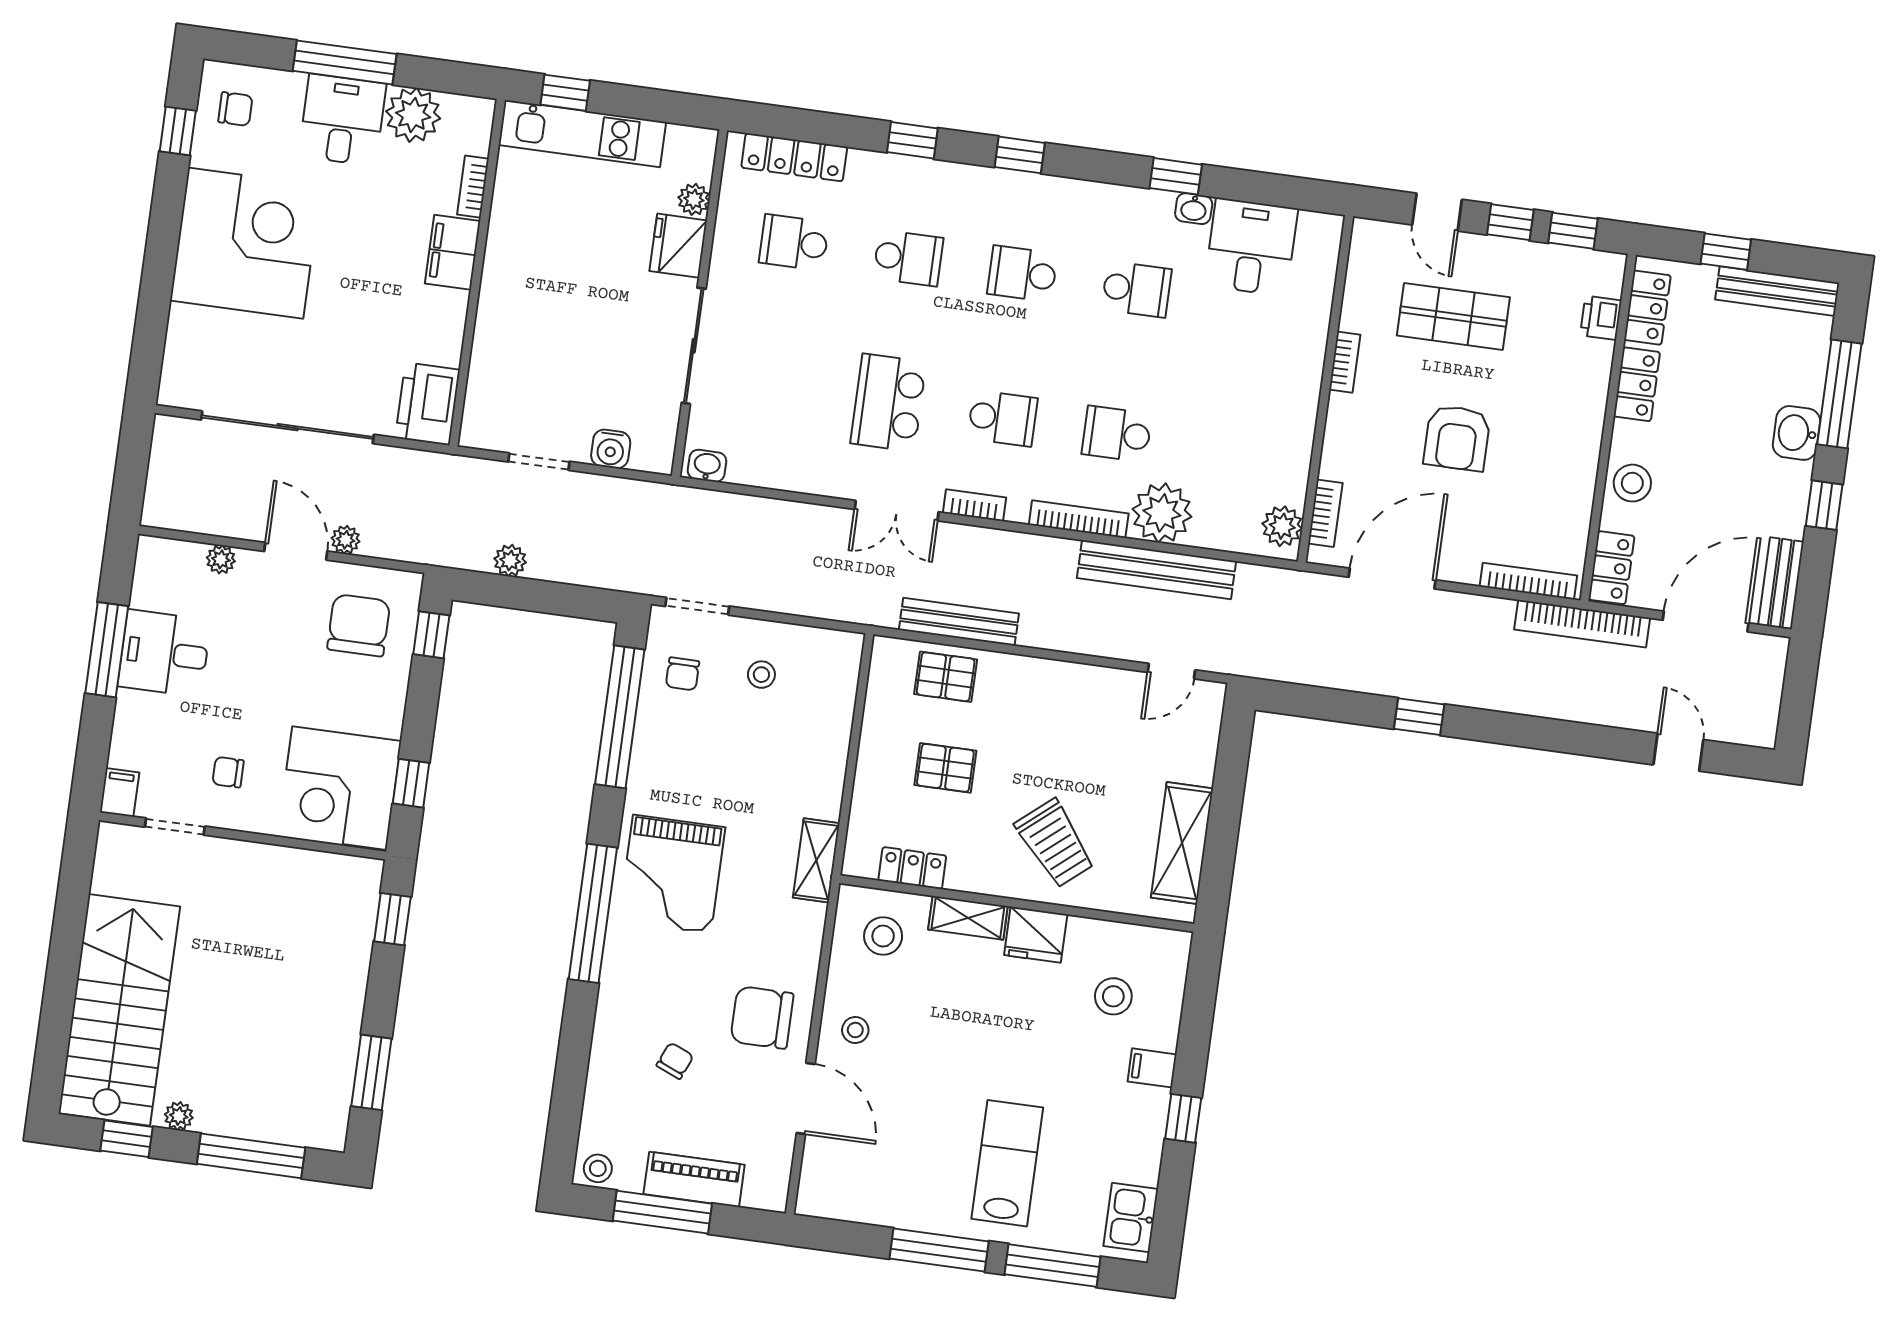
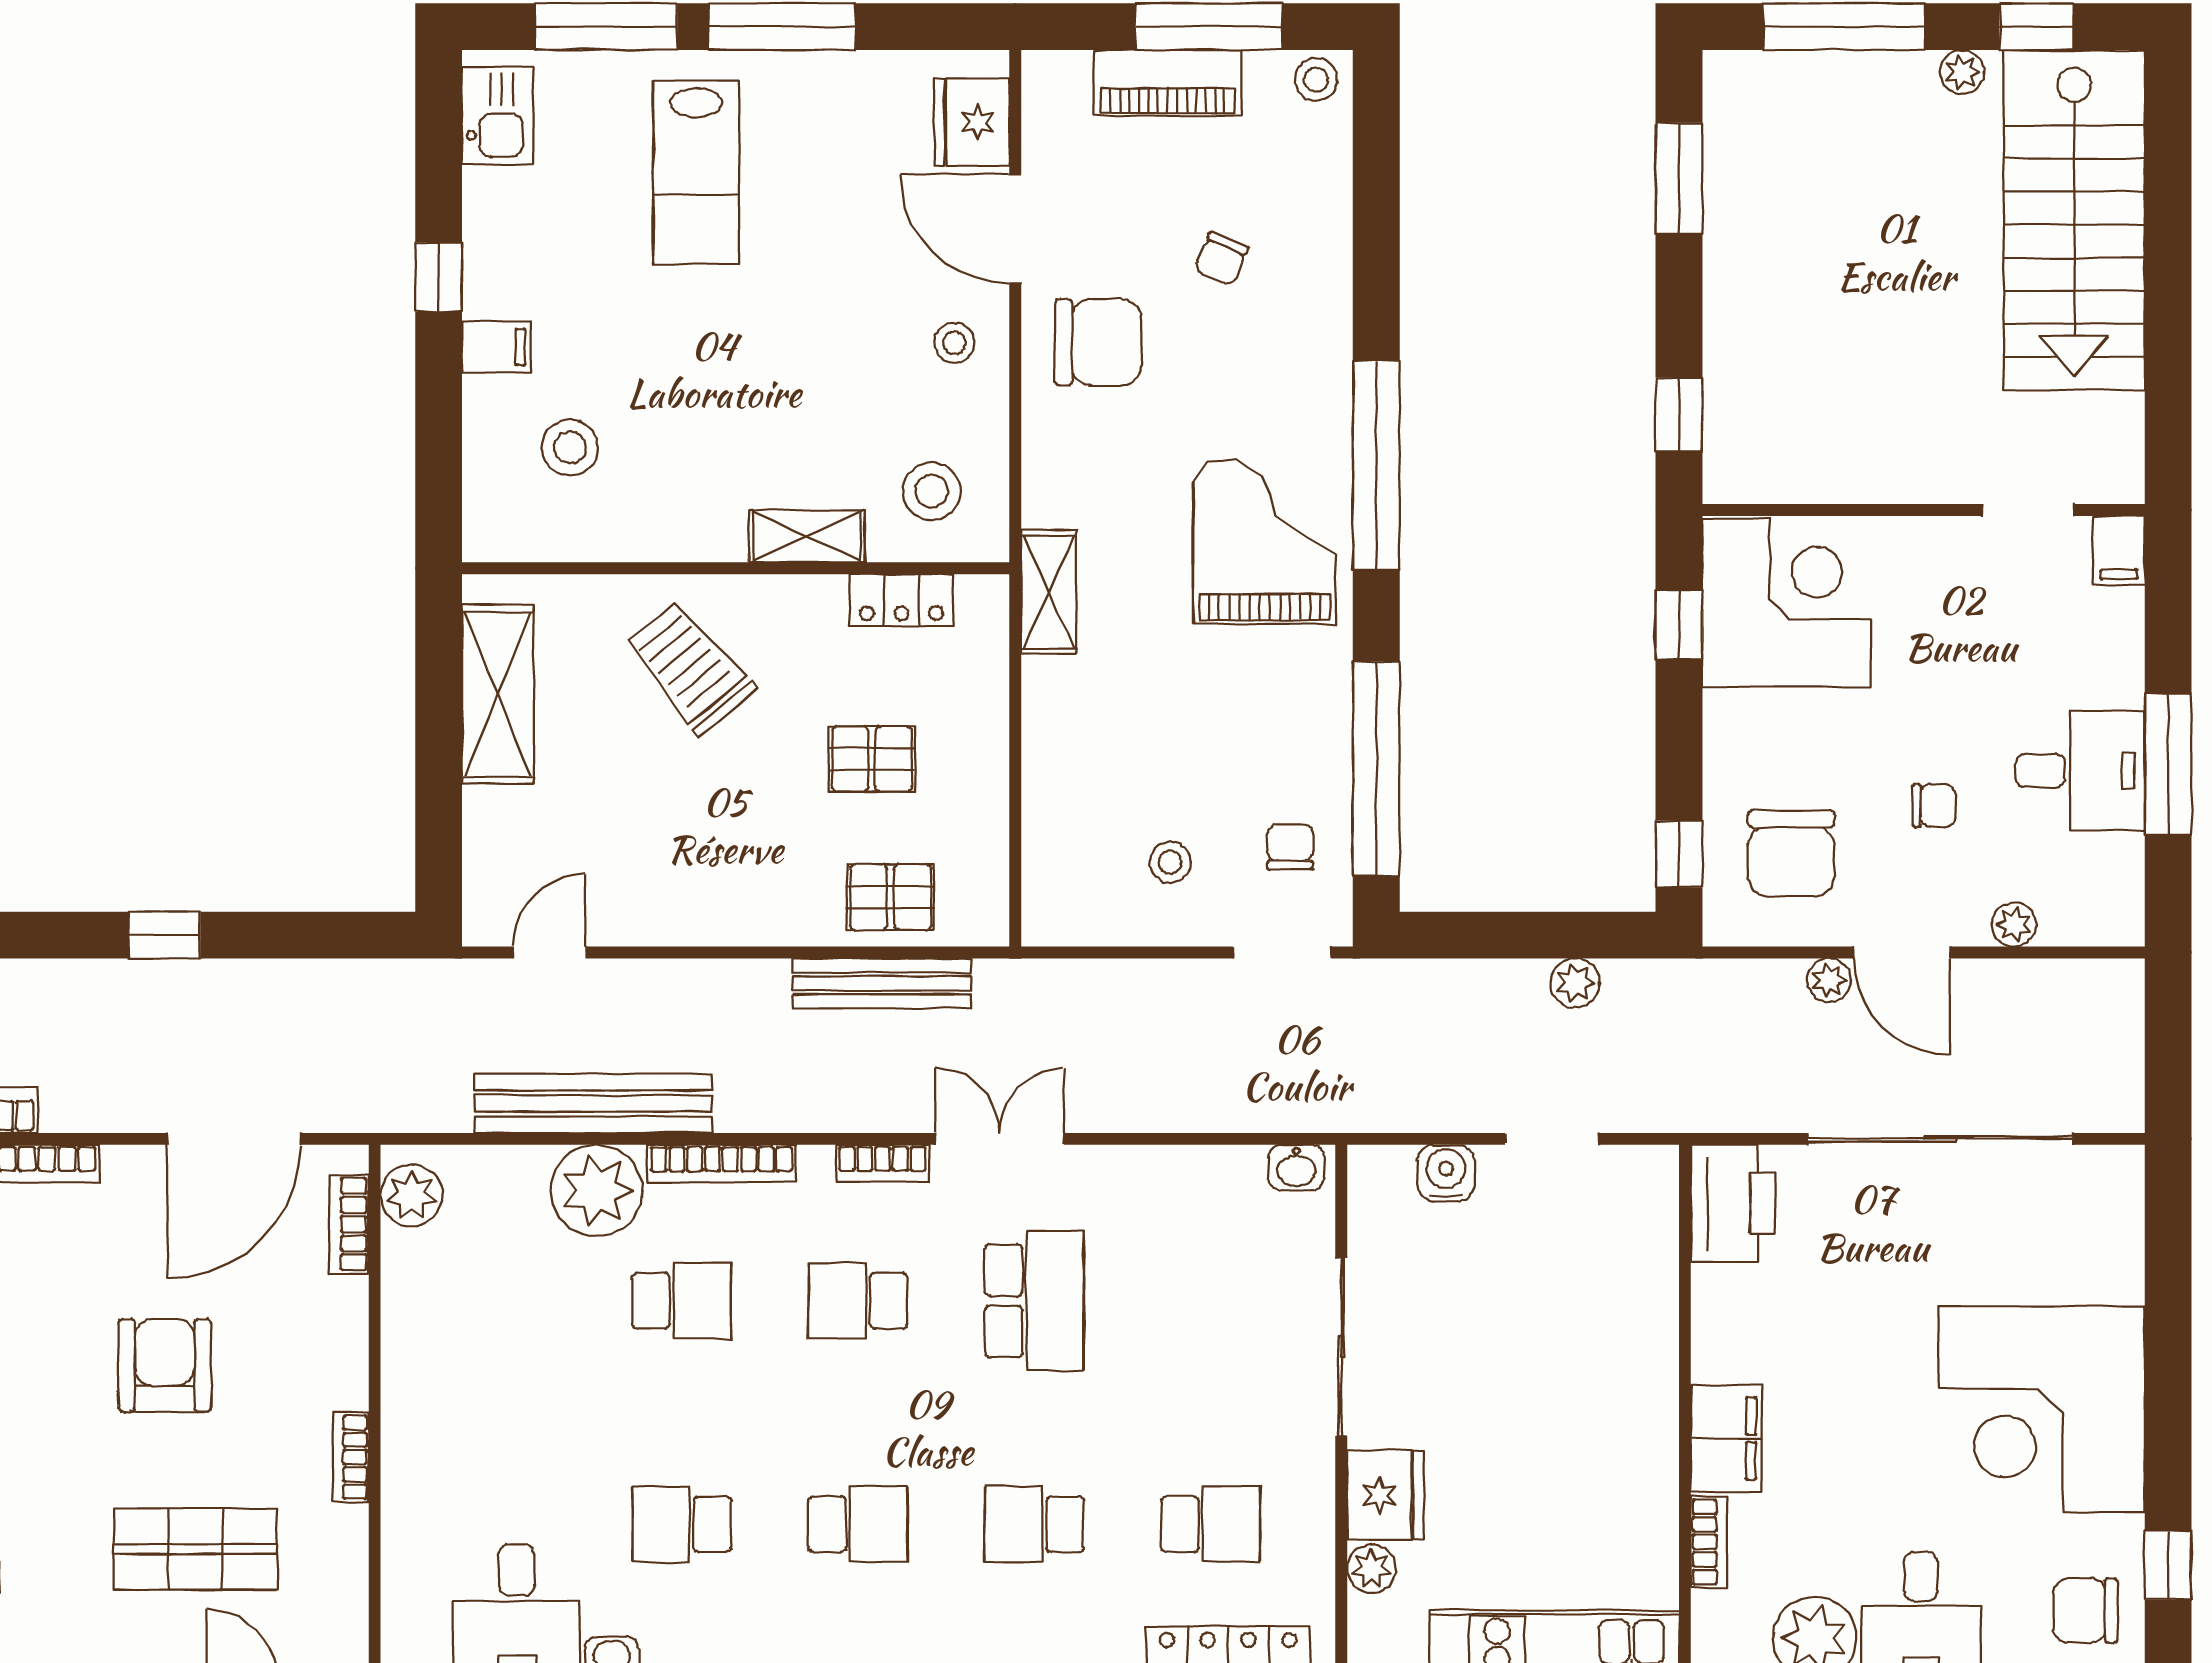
chair: (235, 109) -> (2085, 1610), width x1.37, depth x1.37
chair: (228, 772) -> (1934, 806), moved
fridge: (1036, 935) -> (972, 122), moved, turned -90

